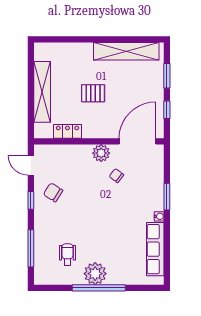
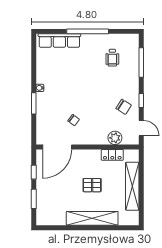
shelving: (126, 51) -> (92, 218), moved
plant: (101, 153) -> (115, 138), moved
row of seats: (155, 249) -> (59, 41), moved, turned 90
plant: (95, 274) -> (90, 43), removed

